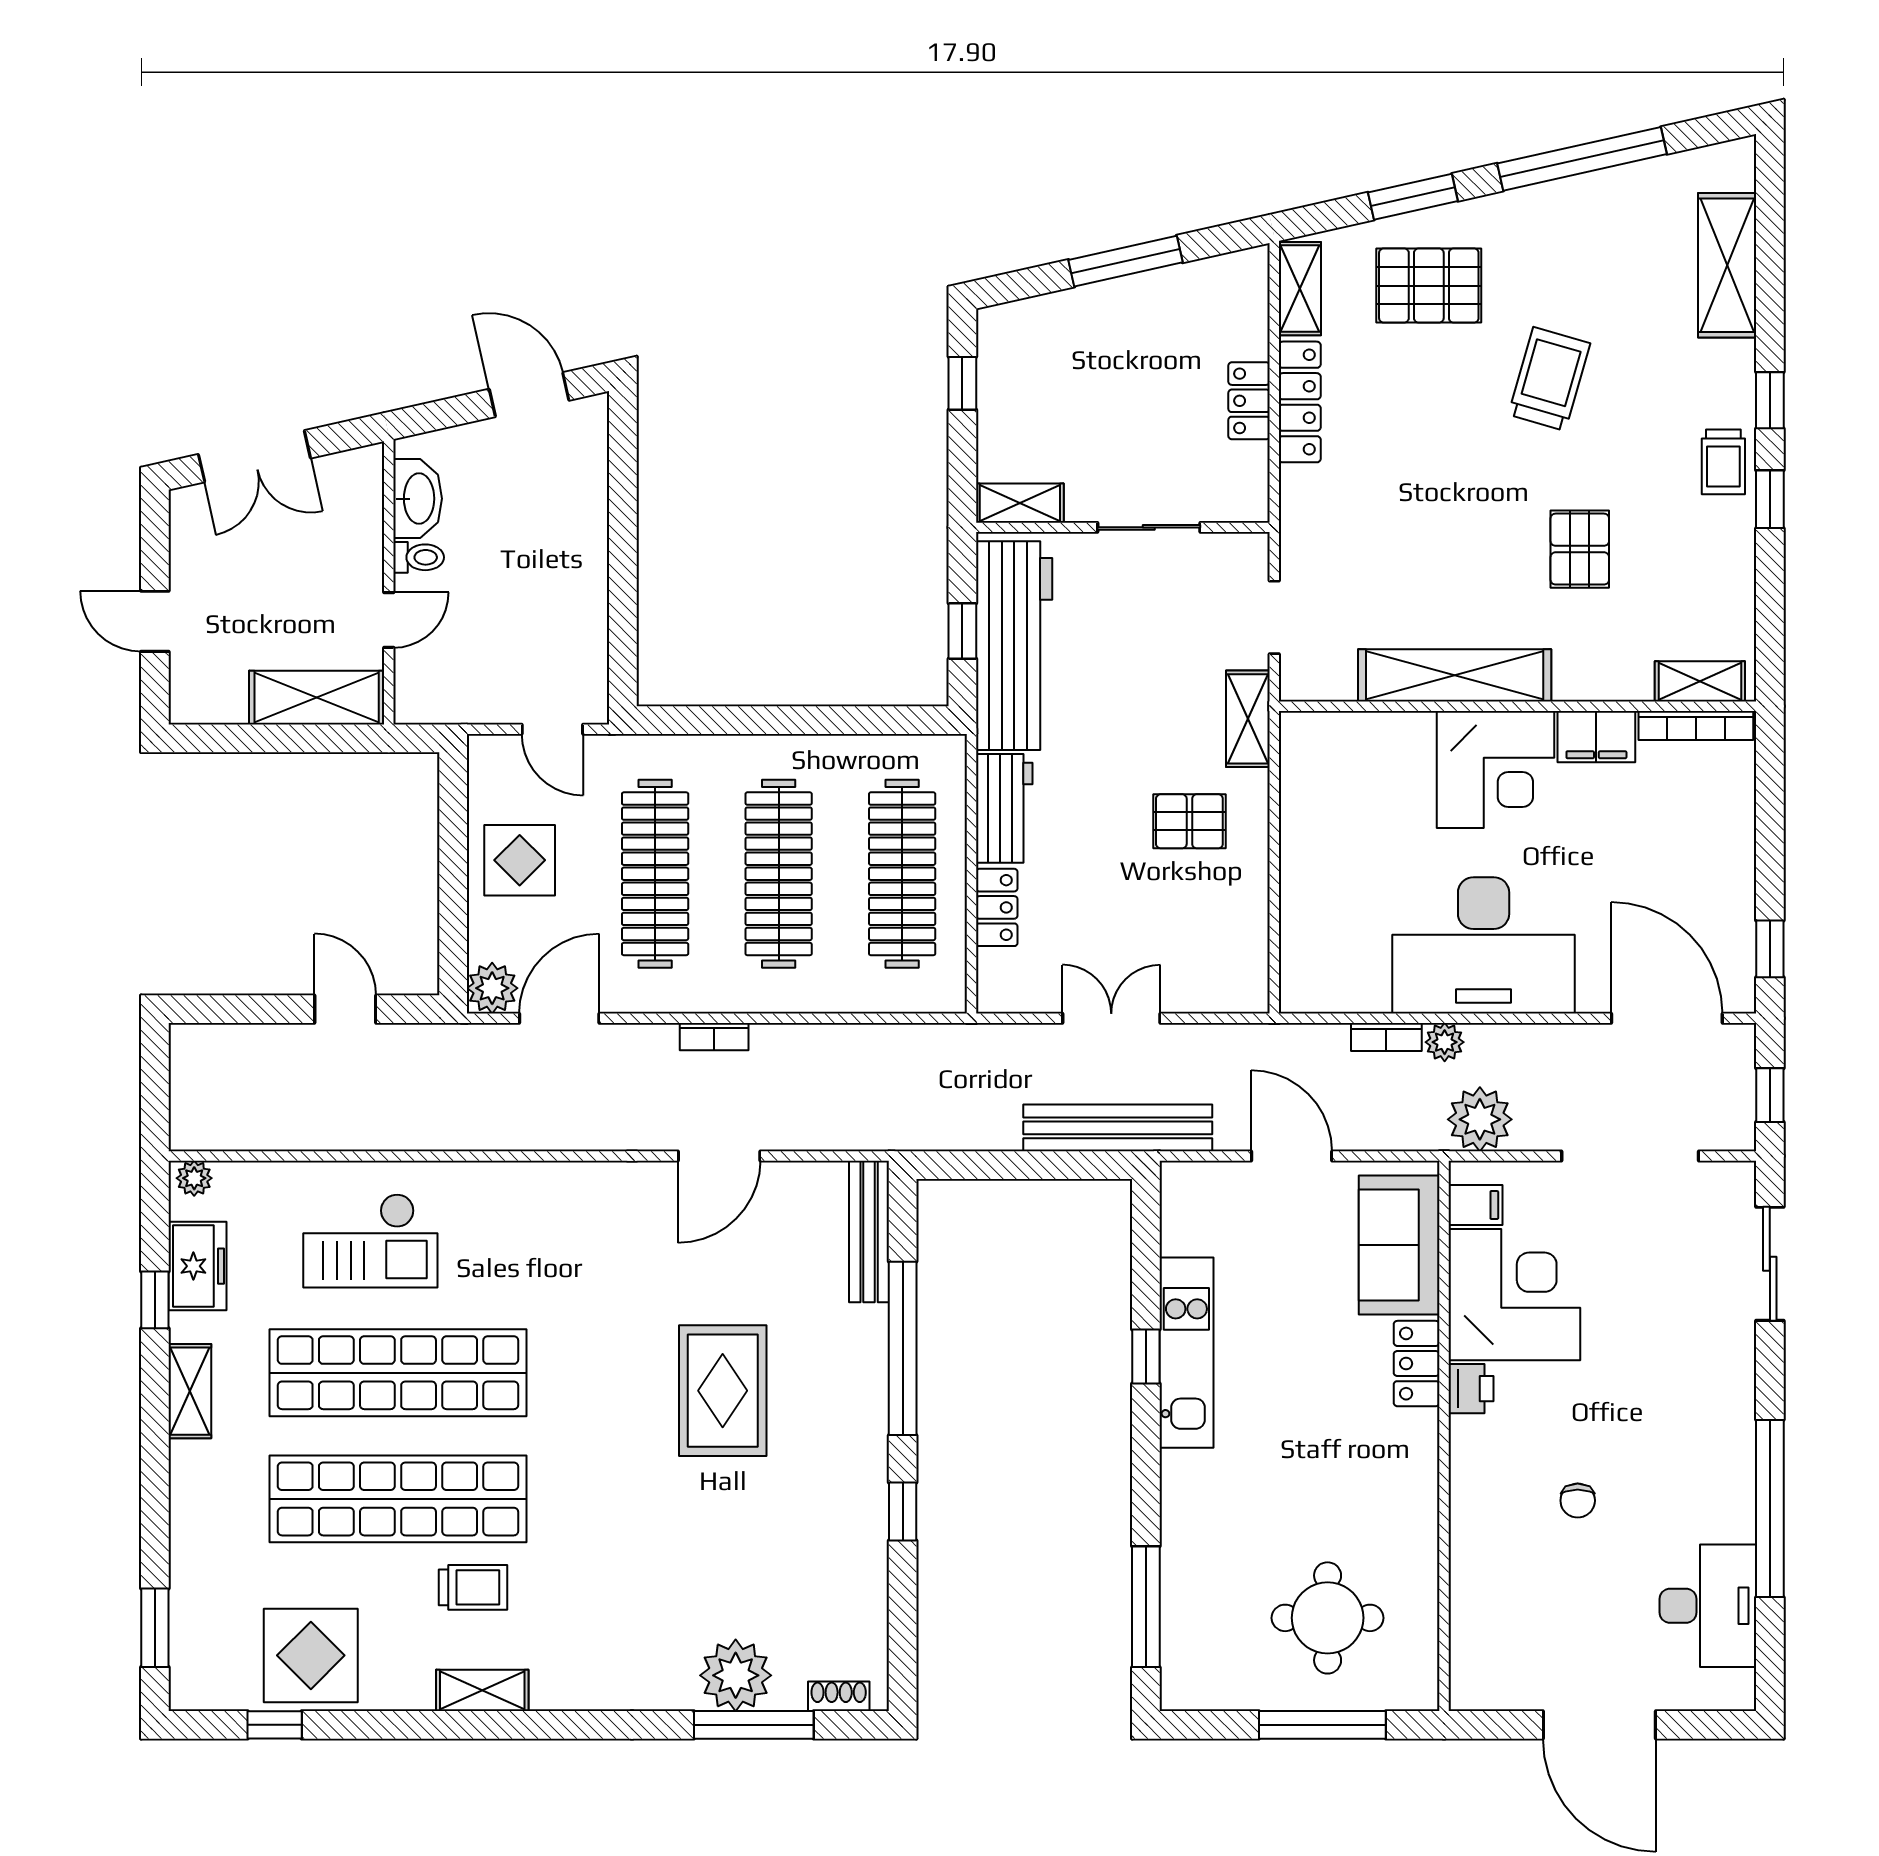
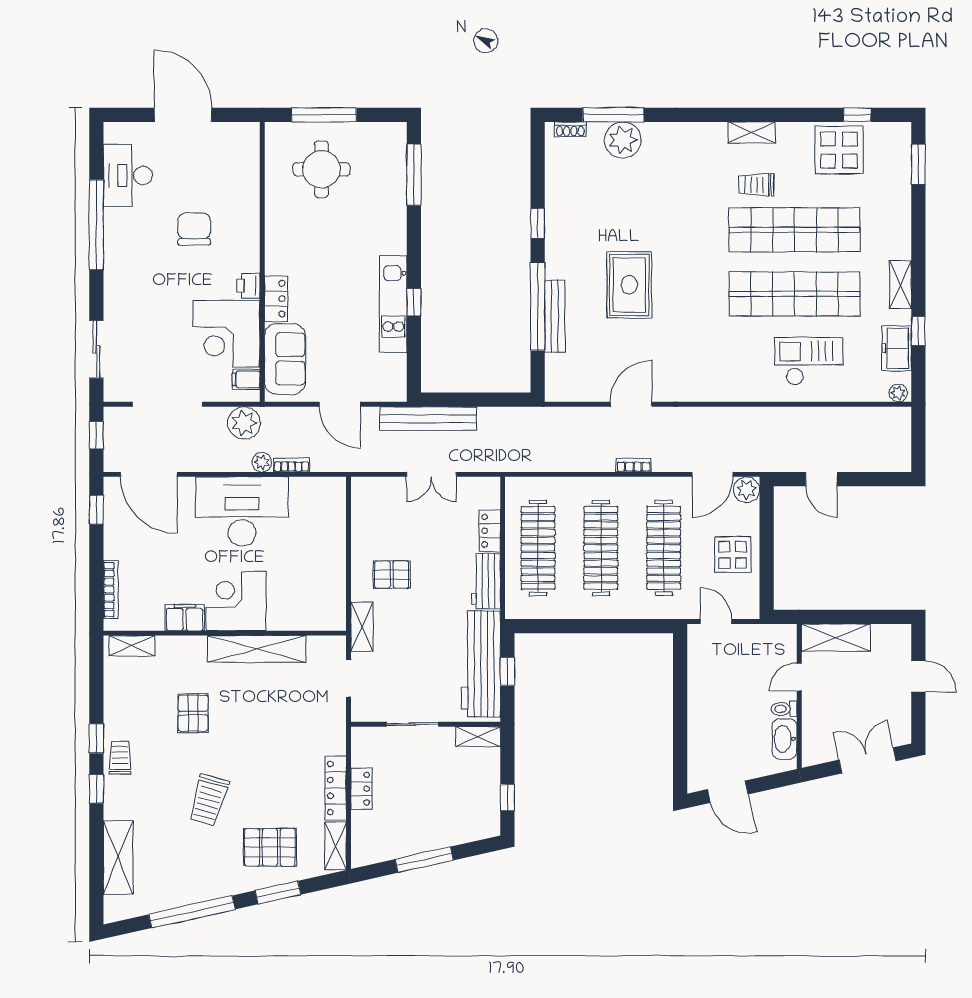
bookcase: (1696, 726) -> (111, 590), moved, turned 90
bench: (869, 1231) -> (555, 316), moved
chair: (1578, 1501) -> (194, 229), width x1.87, depth x1.87

